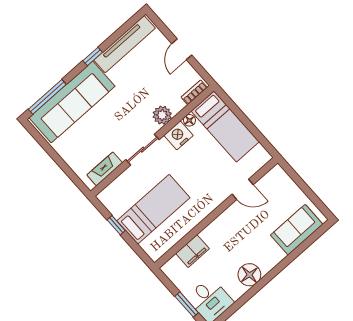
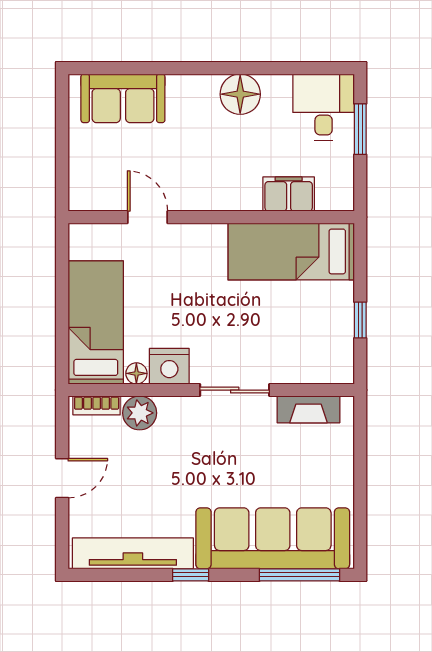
plant: (162, 115) -> (140, 413), moved
bed: (153, 209) -> (291, 251), moved

